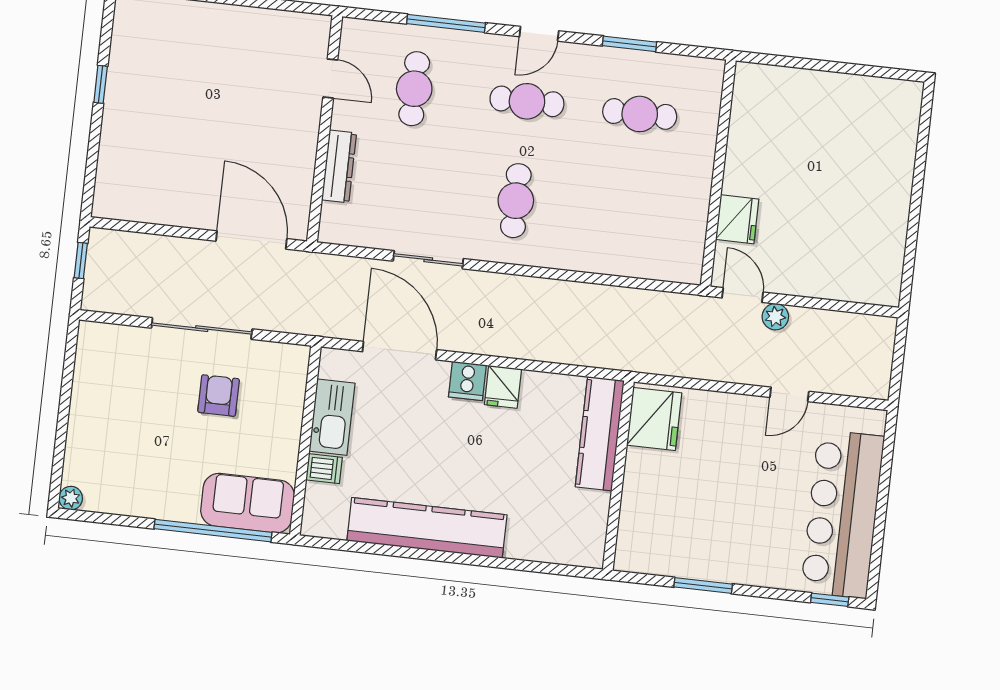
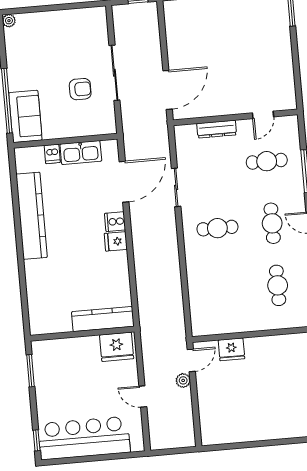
fridge: (654, 419) -> (117, 347), moved
kitchen counter: (600, 434) -> (103, 319), moved
wall: (618, 476) -> (82, 334), moved

